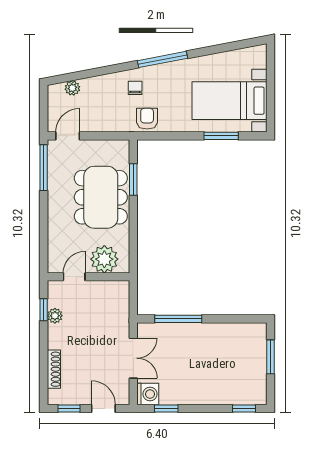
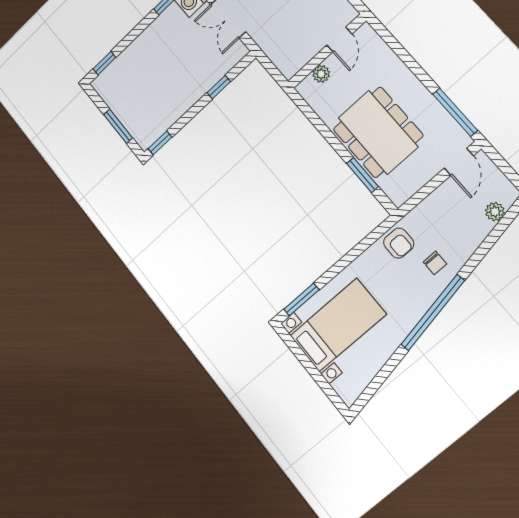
window: (163, 59) -> (433, 313), width x1.46
window: (221, 136) -> (301, 300), moved
plant: (104, 259) -> (321, 74), width x0.53, depth x0.53
window: (178, 319) -> (219, 87), width x0.46
window: (250, 319) -> (160, 143), added

